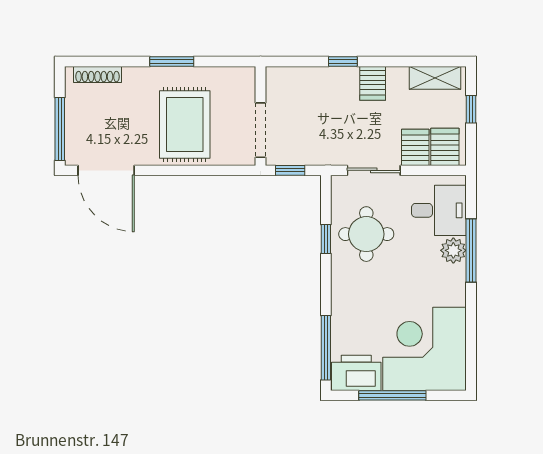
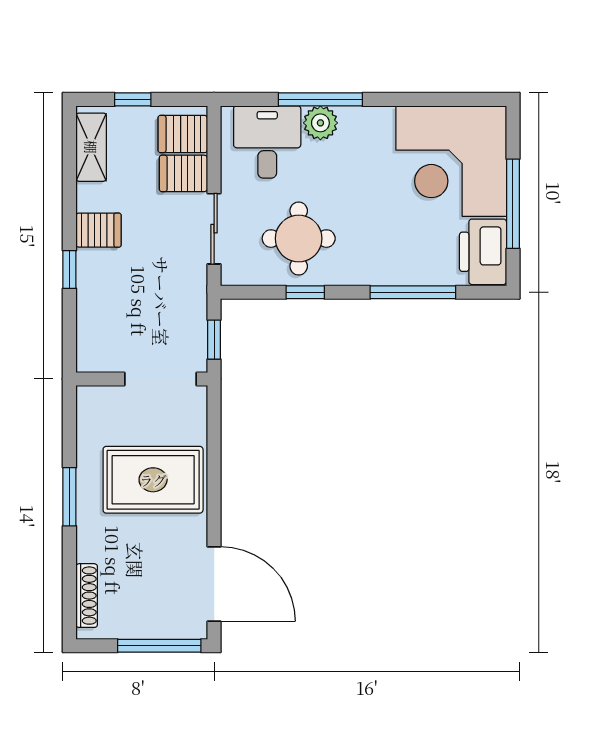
door: (106, 170) -> (214, 584), hinge flipped
window: (326, 348) -> (413, 292), moved

